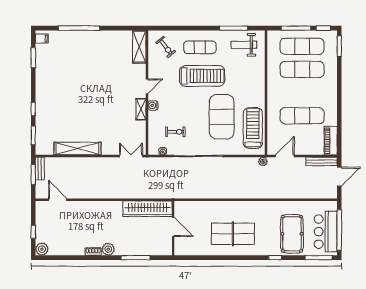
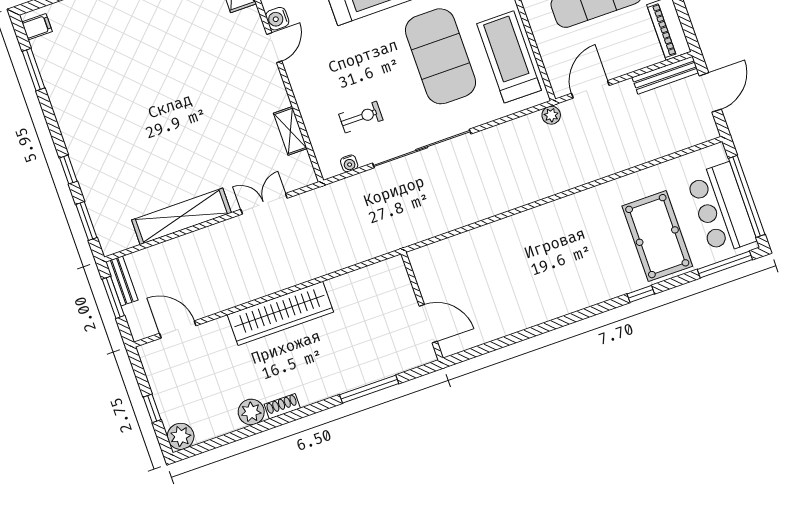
water cooler: (153, 105) -> (277, 19), moved
shelving: (141, 109) -> (290, 131), moved
double door: (131, 156) -> (264, 204), moved
wardrobe: (148, 209) -> (280, 313), moved
door: (173, 227) -> (428, 324), moved
table tennis table: (233, 234) -> (542, 276), removed
plant: (108, 249) -> (251, 412), moved

